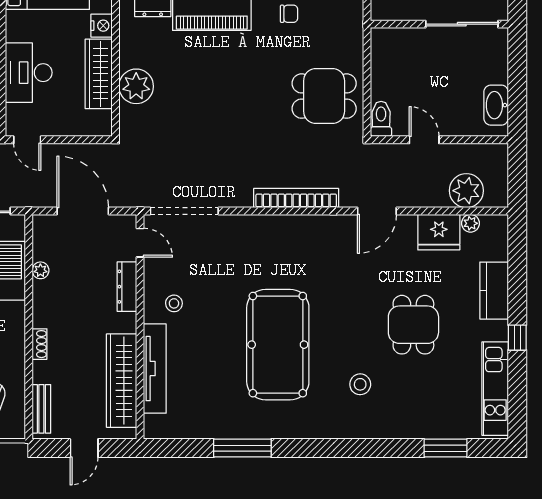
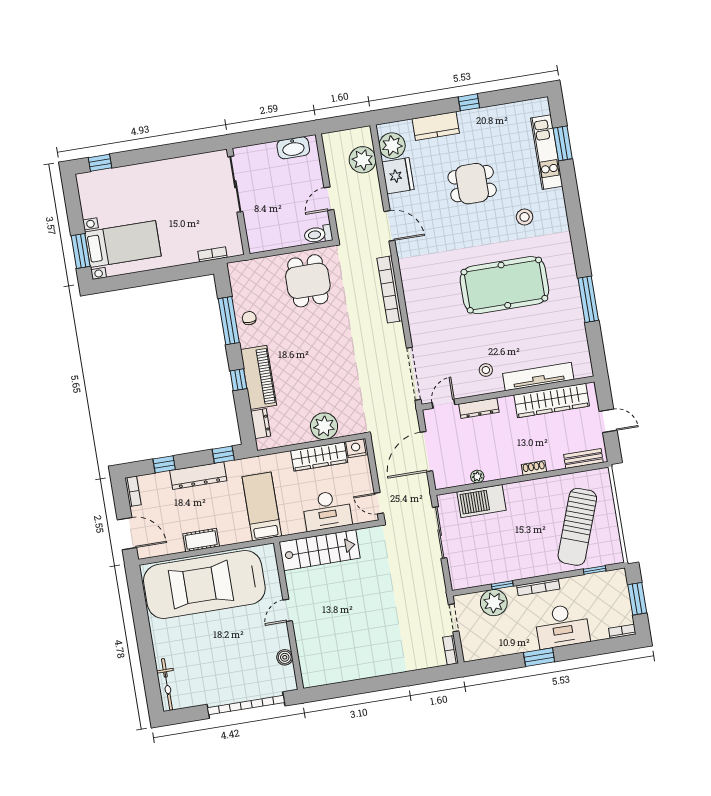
nightstand: (102, 26) -> (356, 448), moved
door: (27, 140) -> (379, 503), swing flipped
plant: (470, 223) -> (392, 146), width x1.87, depth x1.87
kitchen unit: (495, 389) -> (547, 152), moved, turned 90

